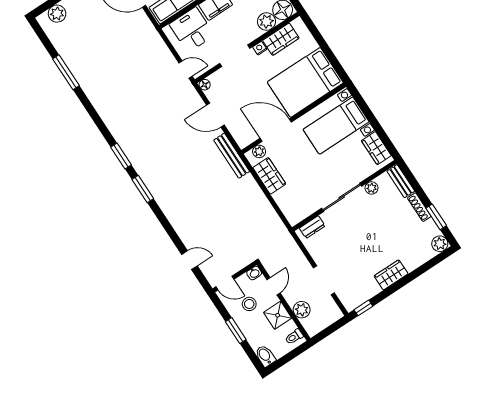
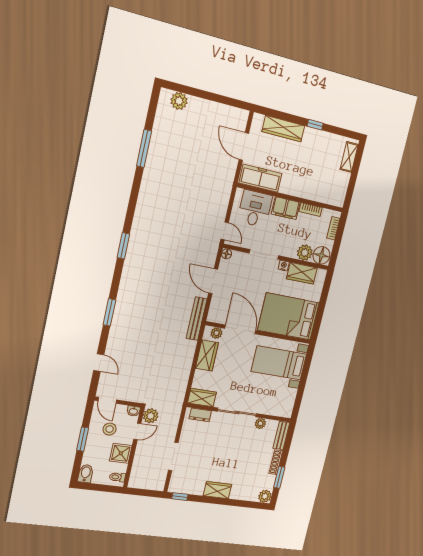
wardrobe: (376, 148) -> (202, 398), moved, turned 90
window: (143, 189) -> (109, 312), moved
plant: (302, 310) -> (151, 416), moved

